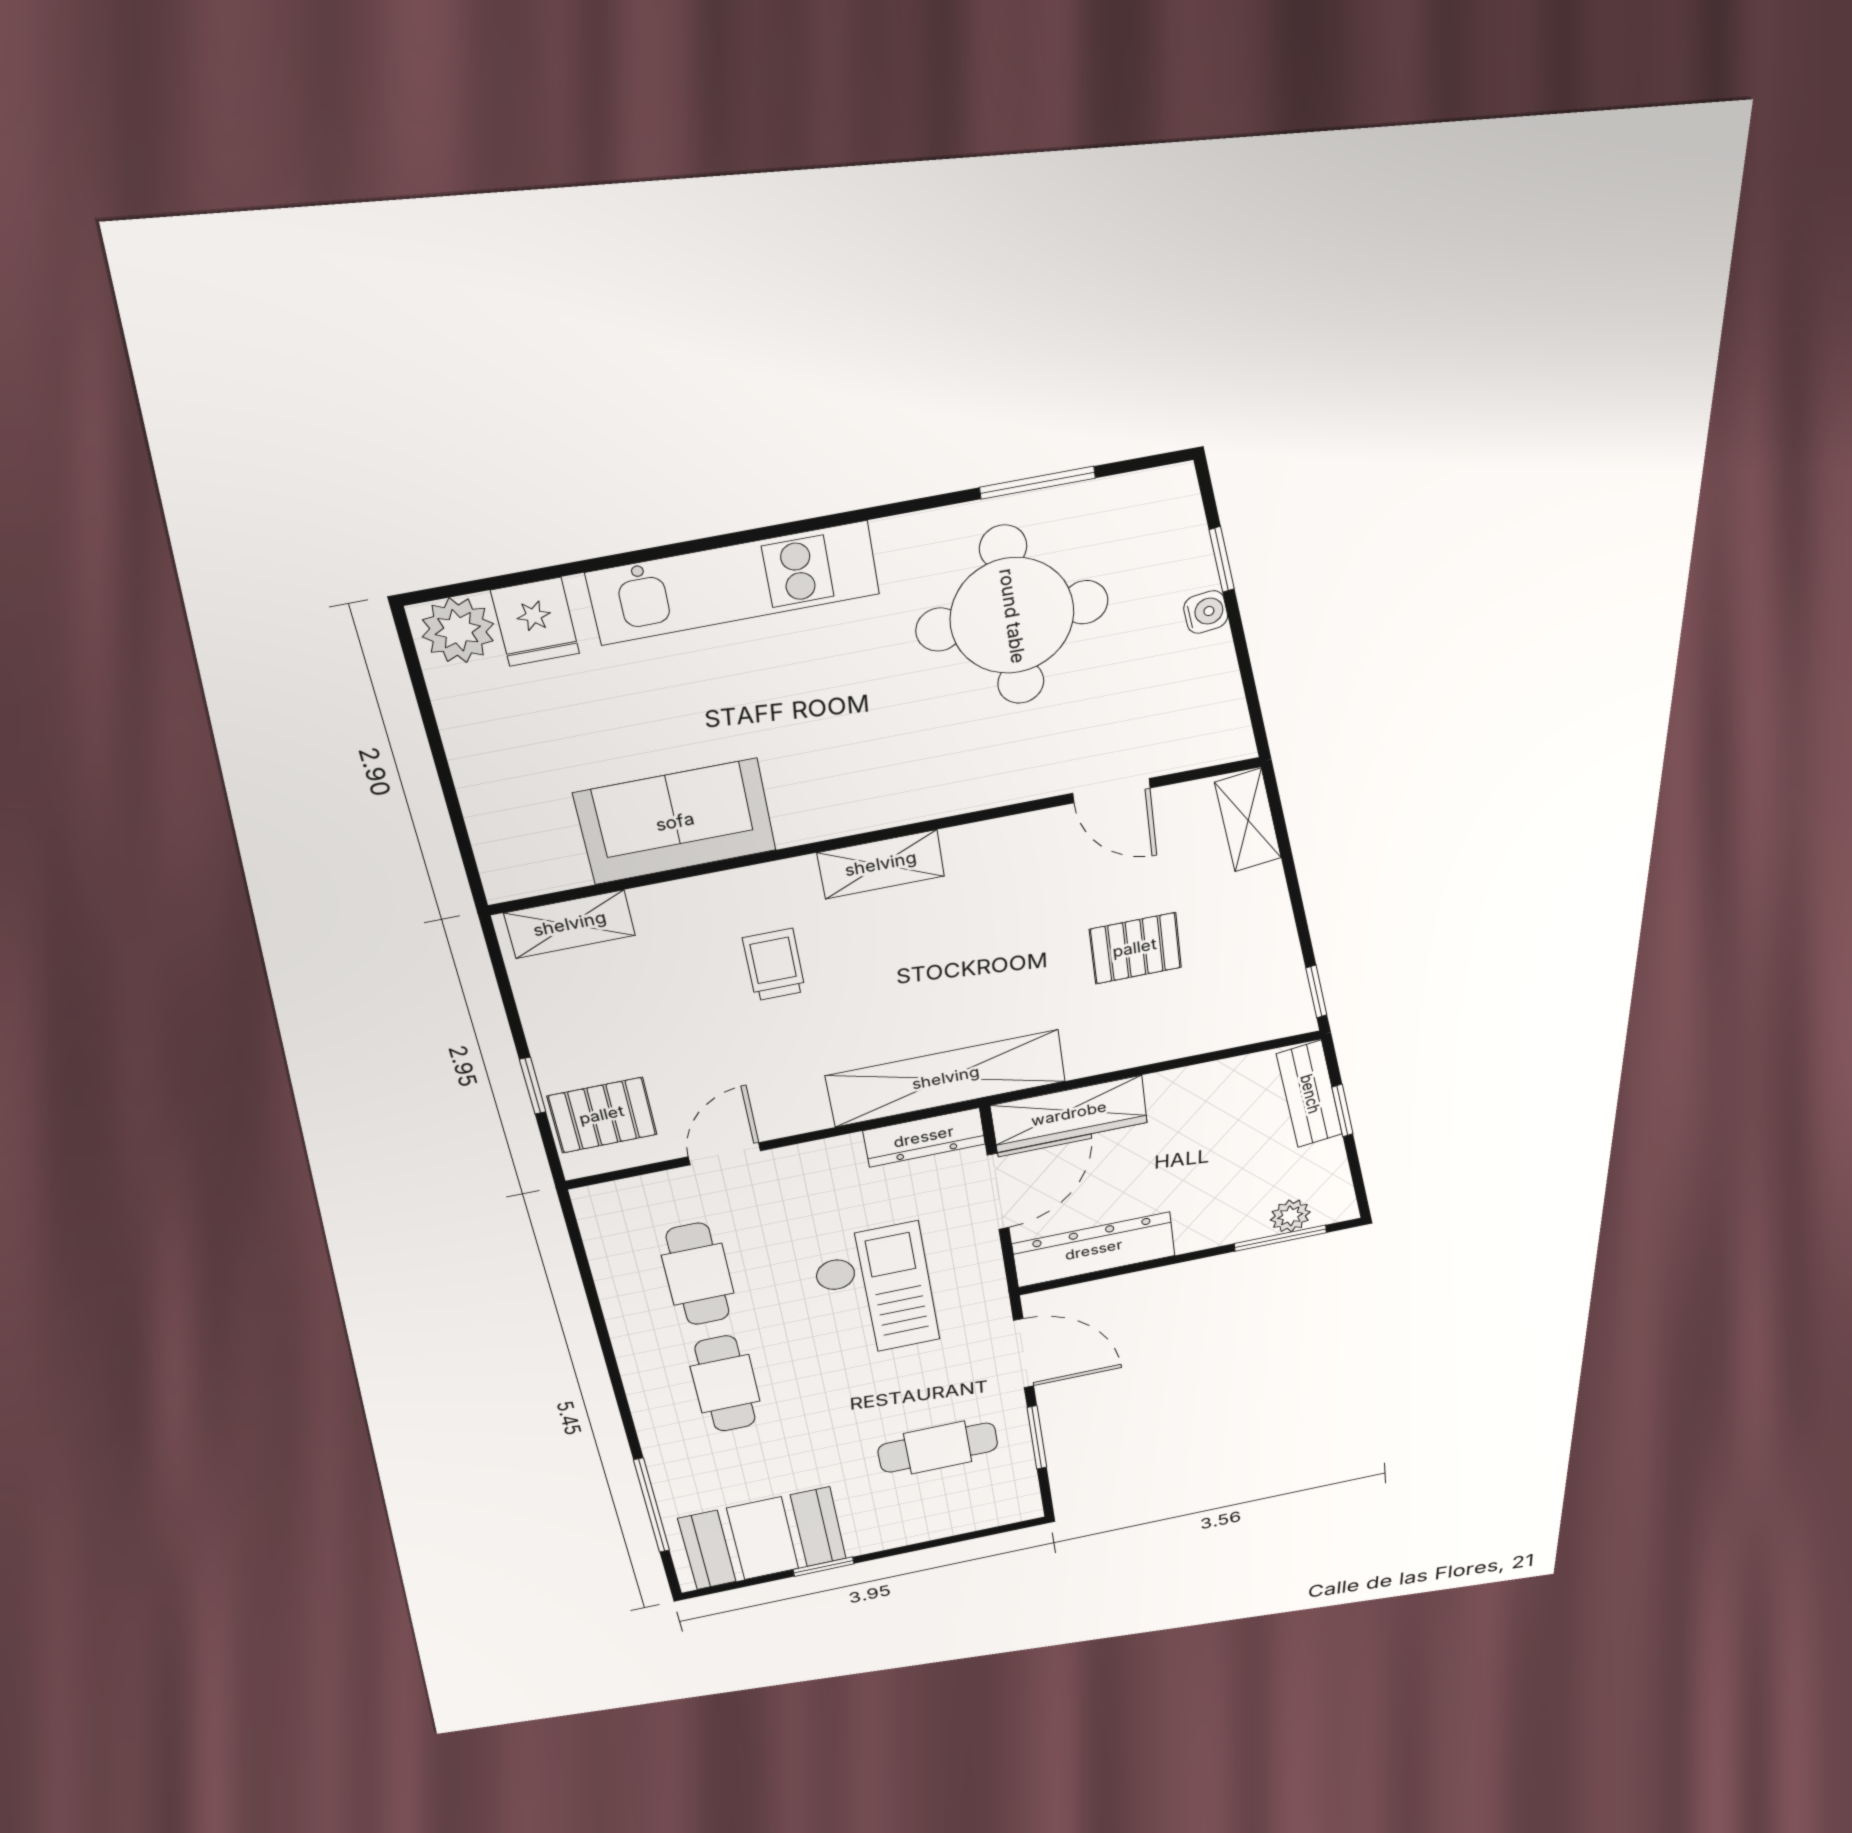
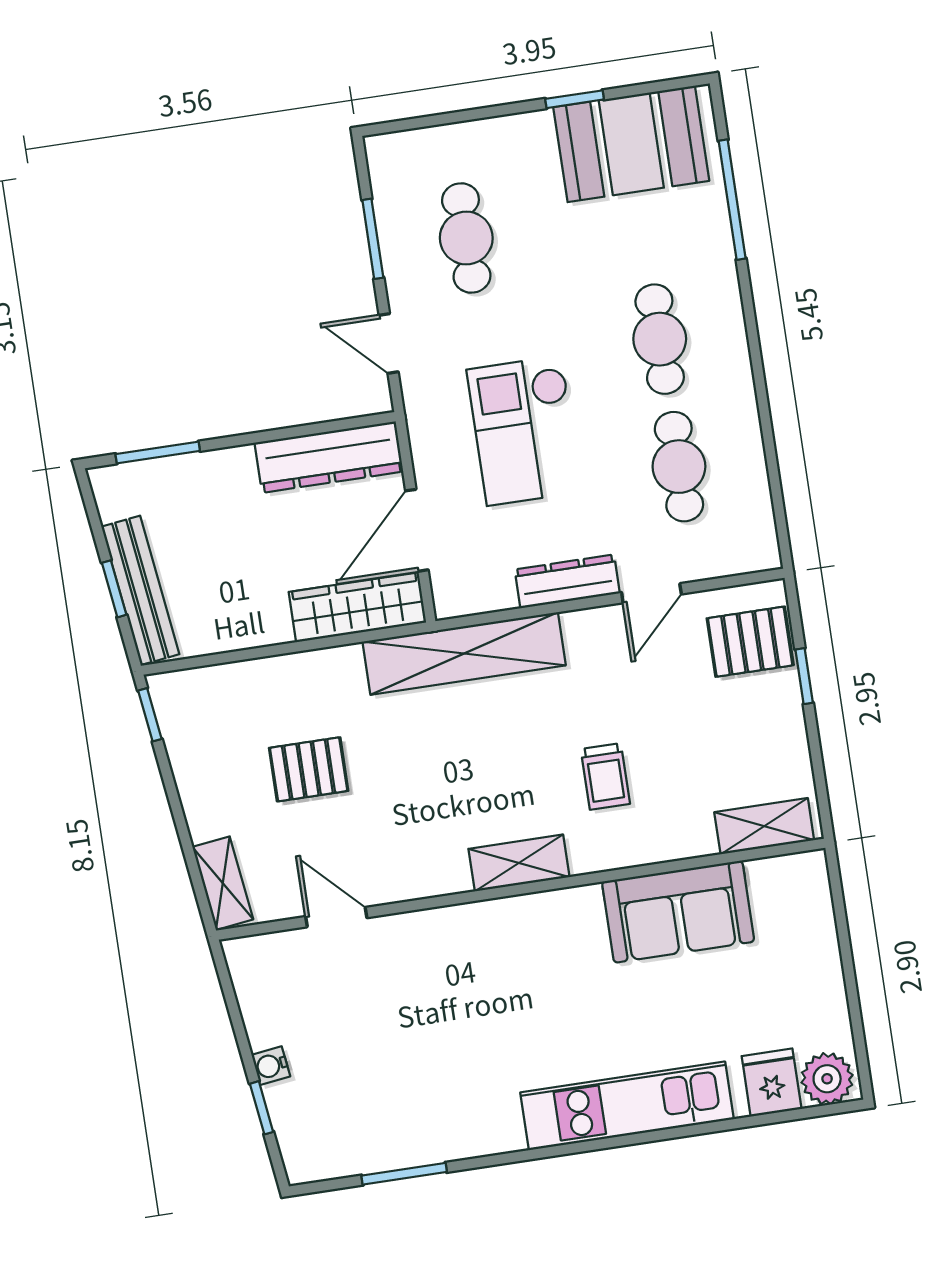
round table: (1012, 616) -> (420, 1070), removed
bench: (1310, 1094) -> (140, 590), width x1.36
dresser: (924, 1137) -> (567, 581), moved
plant: (1290, 1216) -> (151, 477), removed
door: (1024, 1353) -> (389, 344), width x0.73
cafe table: (938, 1448) -> (466, 238), turned 90

